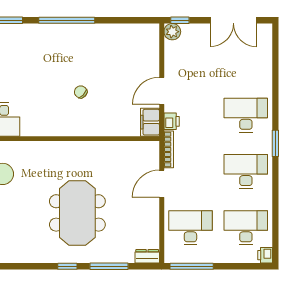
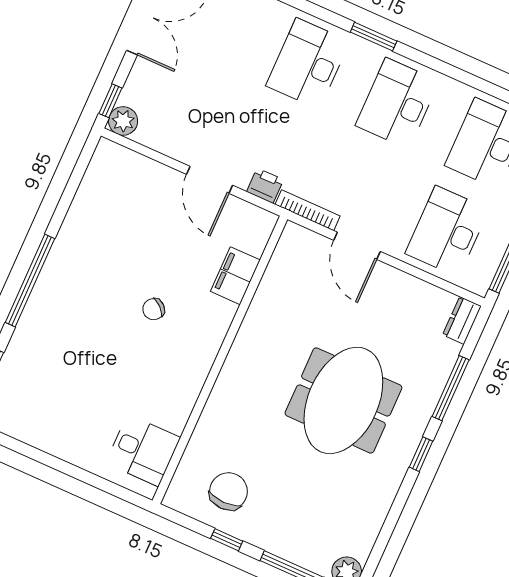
filing cabinet: (150, 122) -> (235, 276), moved, turned 90
meeting table: (77, 213) -> (343, 400), turned 90

